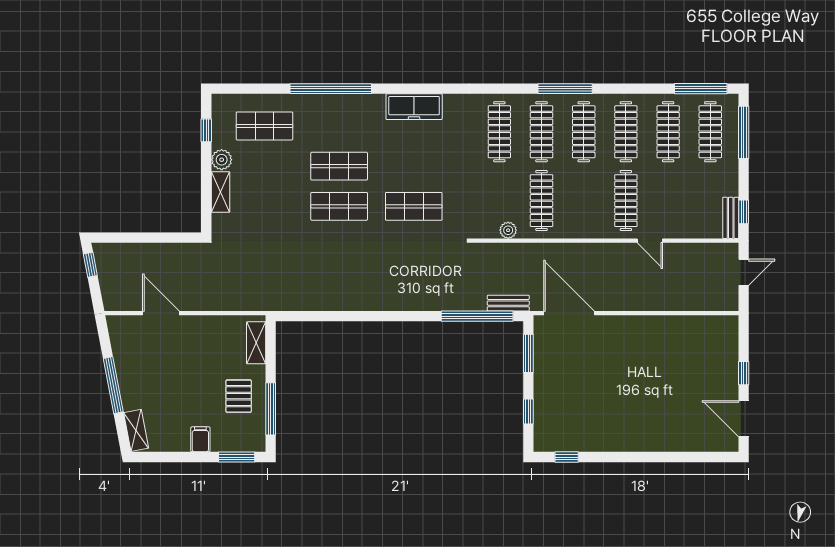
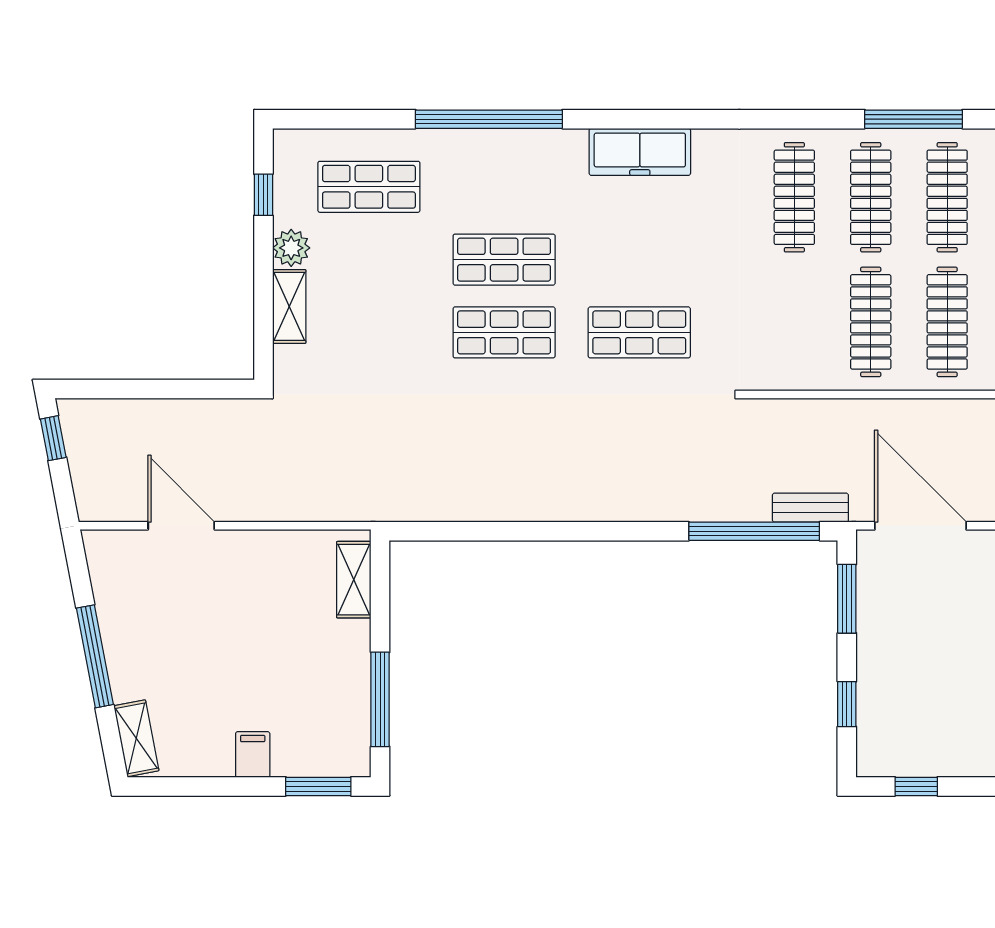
clothes rail: (584, 201) -> (947, 322), added
plant: (508, 230) -> (810, 376), removed
pallet: (239, 396) -> (322, 676), removed

